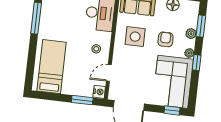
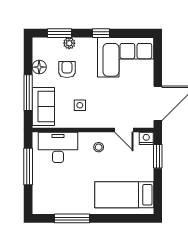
side table: (135, 37) -> (80, 105), width x0.54, depth x0.54
armchair: (165, 39) -> (67, 70), moved, turned 90
plant: (189, 53) -> (91, 42), removed
window: (172, 110) -> (158, 55), removed

